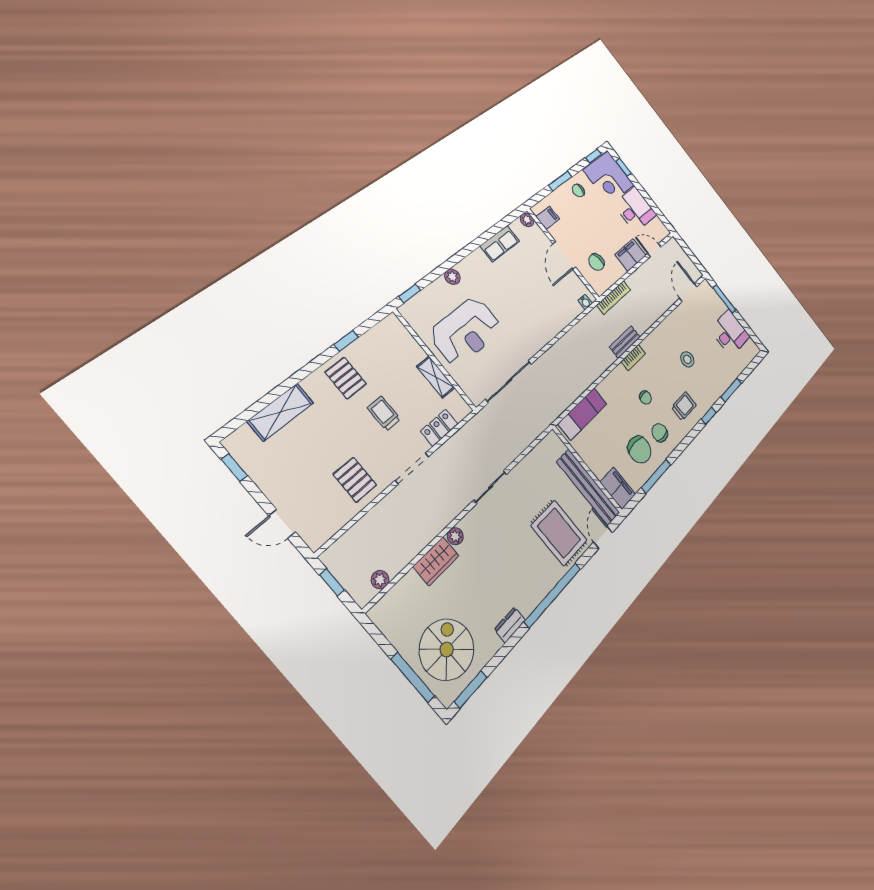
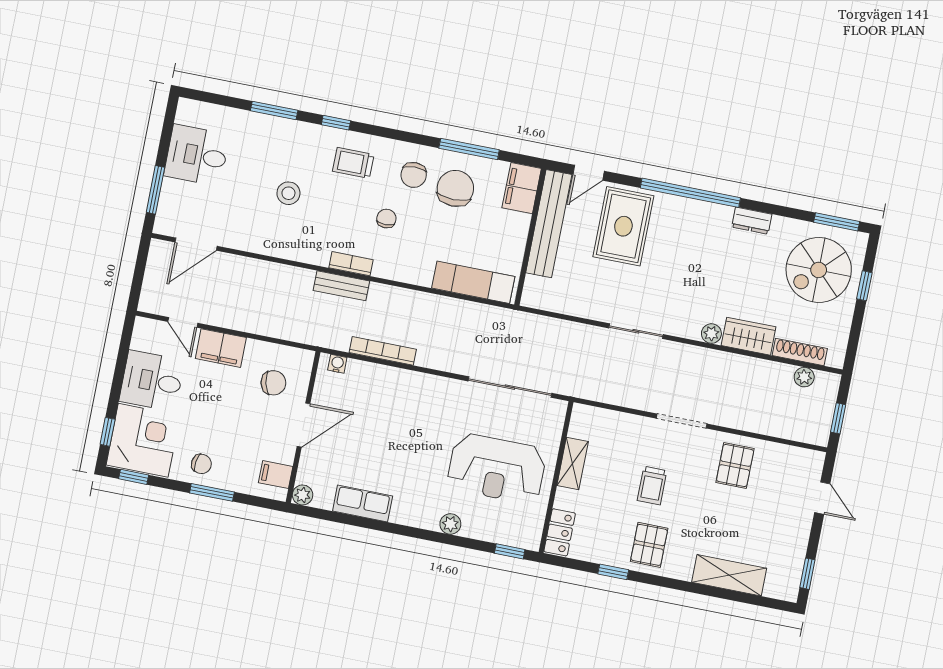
bookcase: (614, 298) -> (383, 351), moved
reception desk: (466, 331) -> (497, 468), turned 180
locker: (439, 428) -> (560, 532), moved, turned -90
shoe rack: (400, 590) -> (800, 352), added
window: (413, 678) -> (864, 286), width x0.46

